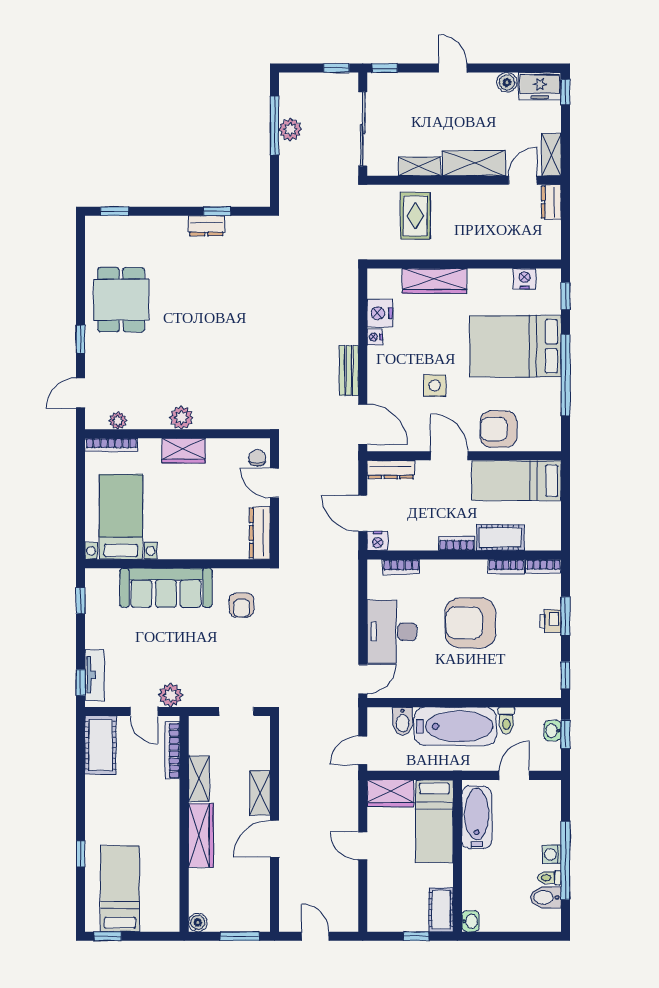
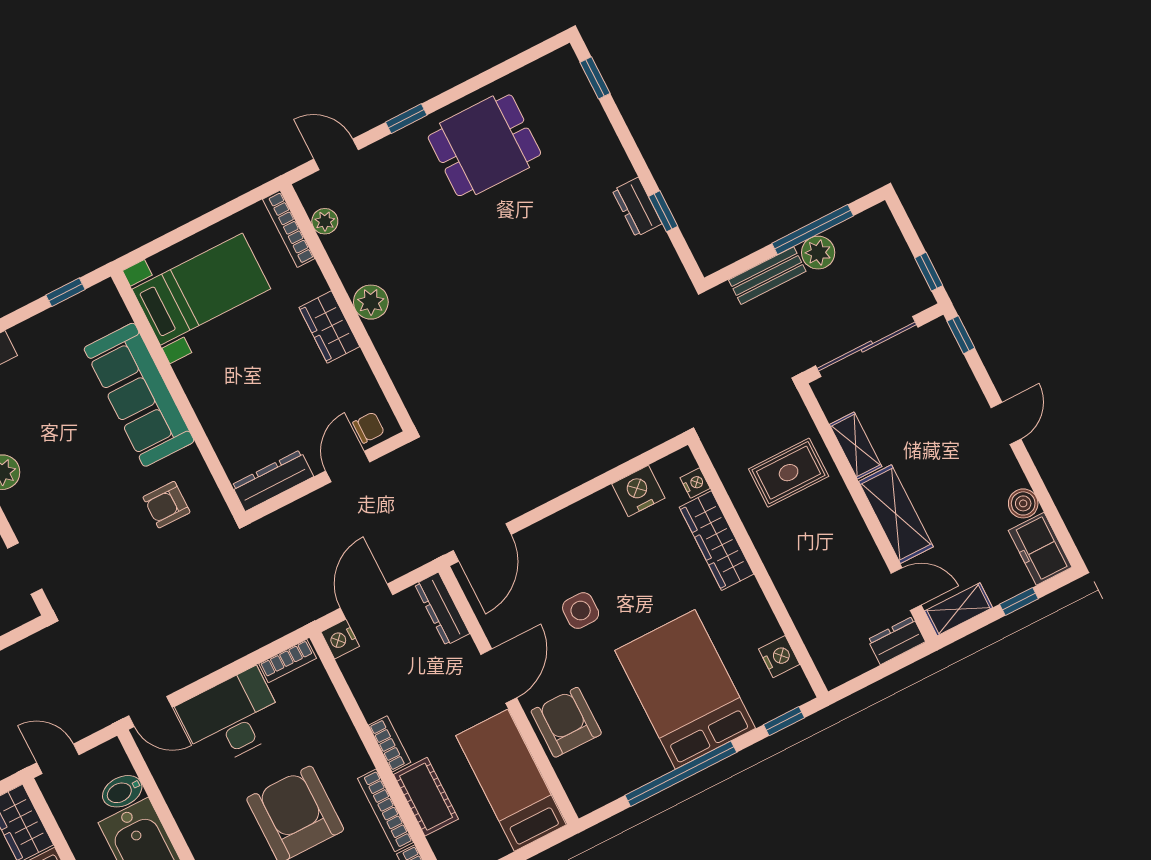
window: (565, 92) -> (1019, 601), moved
nightstand: (375, 337) -> (695, 483), moved, turned 90
bench: (349, 371) -> (767, 276), moved
bookcase: (401, 567) -> (288, 661), moved, turned -90
bookcase: (506, 567) -> (385, 810), width x1.56

